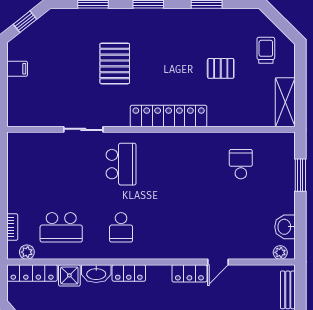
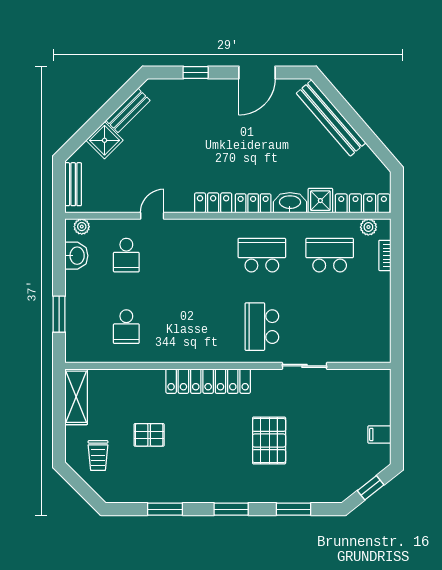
school desk: (121, 227) -> (262, 255), width x1.85
school desk: (241, 227) -> (126, 255), added
locker: (189, 273) -> (213, 203), moved

